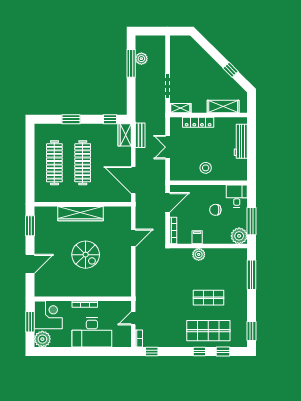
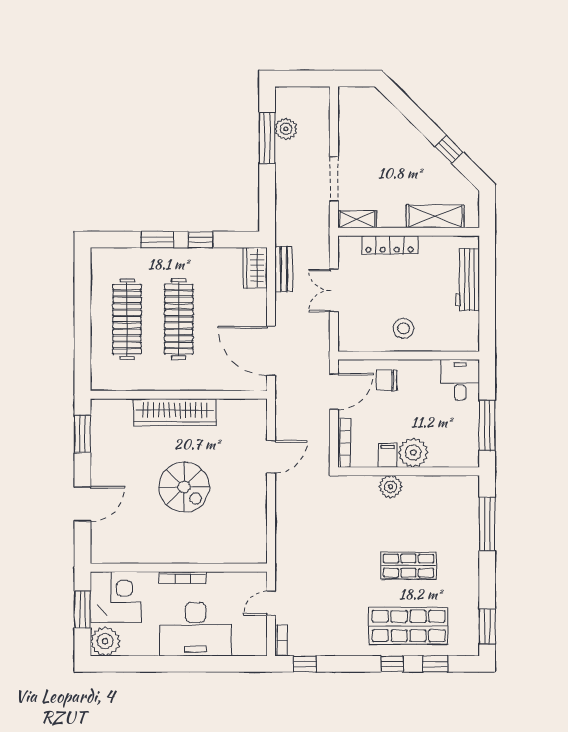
window: (110, 119) -> (200, 240), moved
chair: (215, 210) -> (386, 380), moved
plant: (239, 236) -> (413, 453), moved

